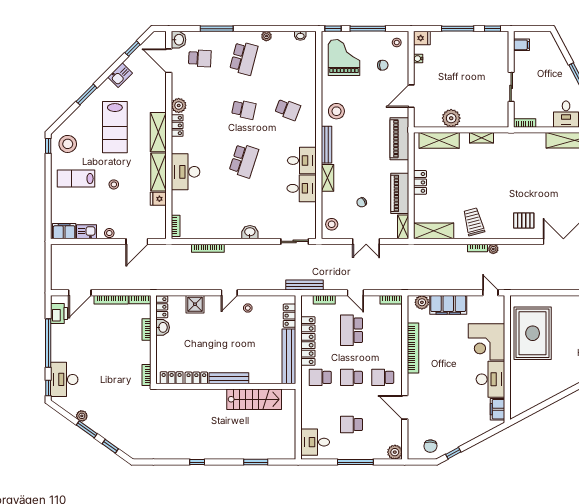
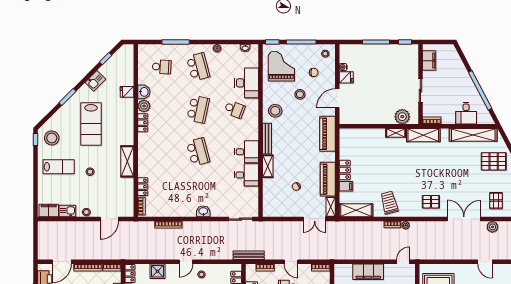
fridge: (422, 38) -> (346, 77), moved
washbasin: (178, 40) -> (144, 92), moved
filing cabinet: (522, 45) -> (429, 61), width x2.00
school desk: (244, 58) -> (198, 67), turned -30
door: (169, 61) -> (136, 69), removed
school desk: (244, 109) -> (198, 109), width x1.85
plant: (451, 118) -> (402, 117), moved
shelving: (158, 132) -> (127, 128), removed
shelving: (439, 140) -> (423, 135), moved
school desk: (244, 161) -> (198, 152), turned -33
desk: (185, 172) -> (247, 83), moved, turned 180
lab bench: (76, 179) -> (59, 167), turned 180
fridge: (158, 199) -> (127, 92), moved
locker: (177, 202) -> (143, 187), added
filing cabinet: (422, 202) -> (346, 186), added
stool: (332, 224) -> (300, 94), moved
double door: (366, 241) -> (315, 219), moved
door: (490, 293) -> (403, 262), hinge flipped
plant: (422, 302) -> (346, 270), removed

